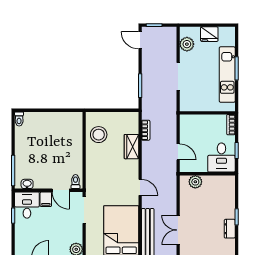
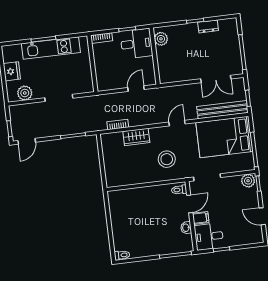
stool: (99, 135) -> (167, 159), moved
plant: (195, 182) -> (161, 39), moved
washbasin: (27, 184) -> (186, 228), moved

